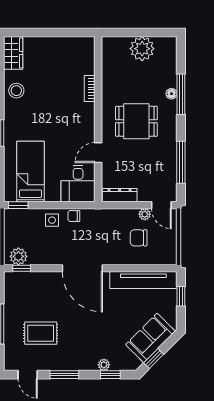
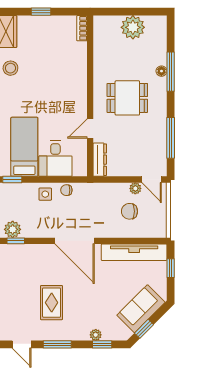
window: (48, 33) -> (41, 12), added
bookcase: (90, 88) -> (82, 28), moved
desk: (78, 184) -> (55, 159), moved
dresser: (120, 195) -> (100, 160), moved, turned 90
rug: (41, 333) -> (52, 303), moved, turned 90

